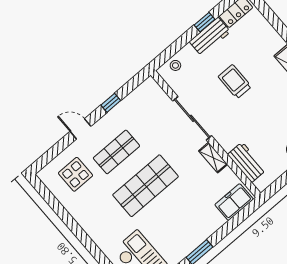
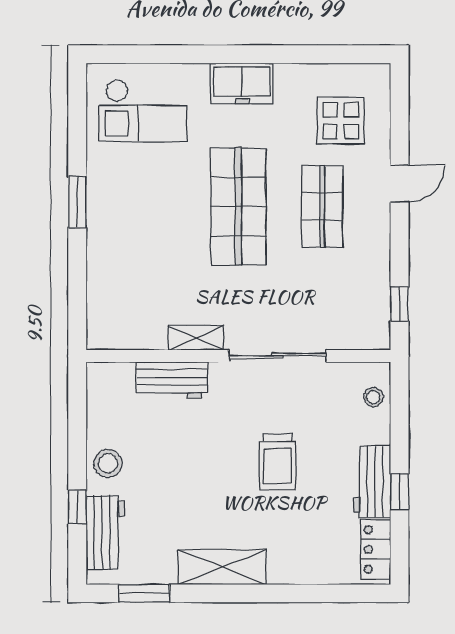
trolley: (235, 82) -> (277, 462), turned 90
window: (111, 103) -> (400, 304), moved
workbench: (247, 162) -> (172, 380), moved
freezer: (234, 202) -> (242, 83), moved, turned 90

